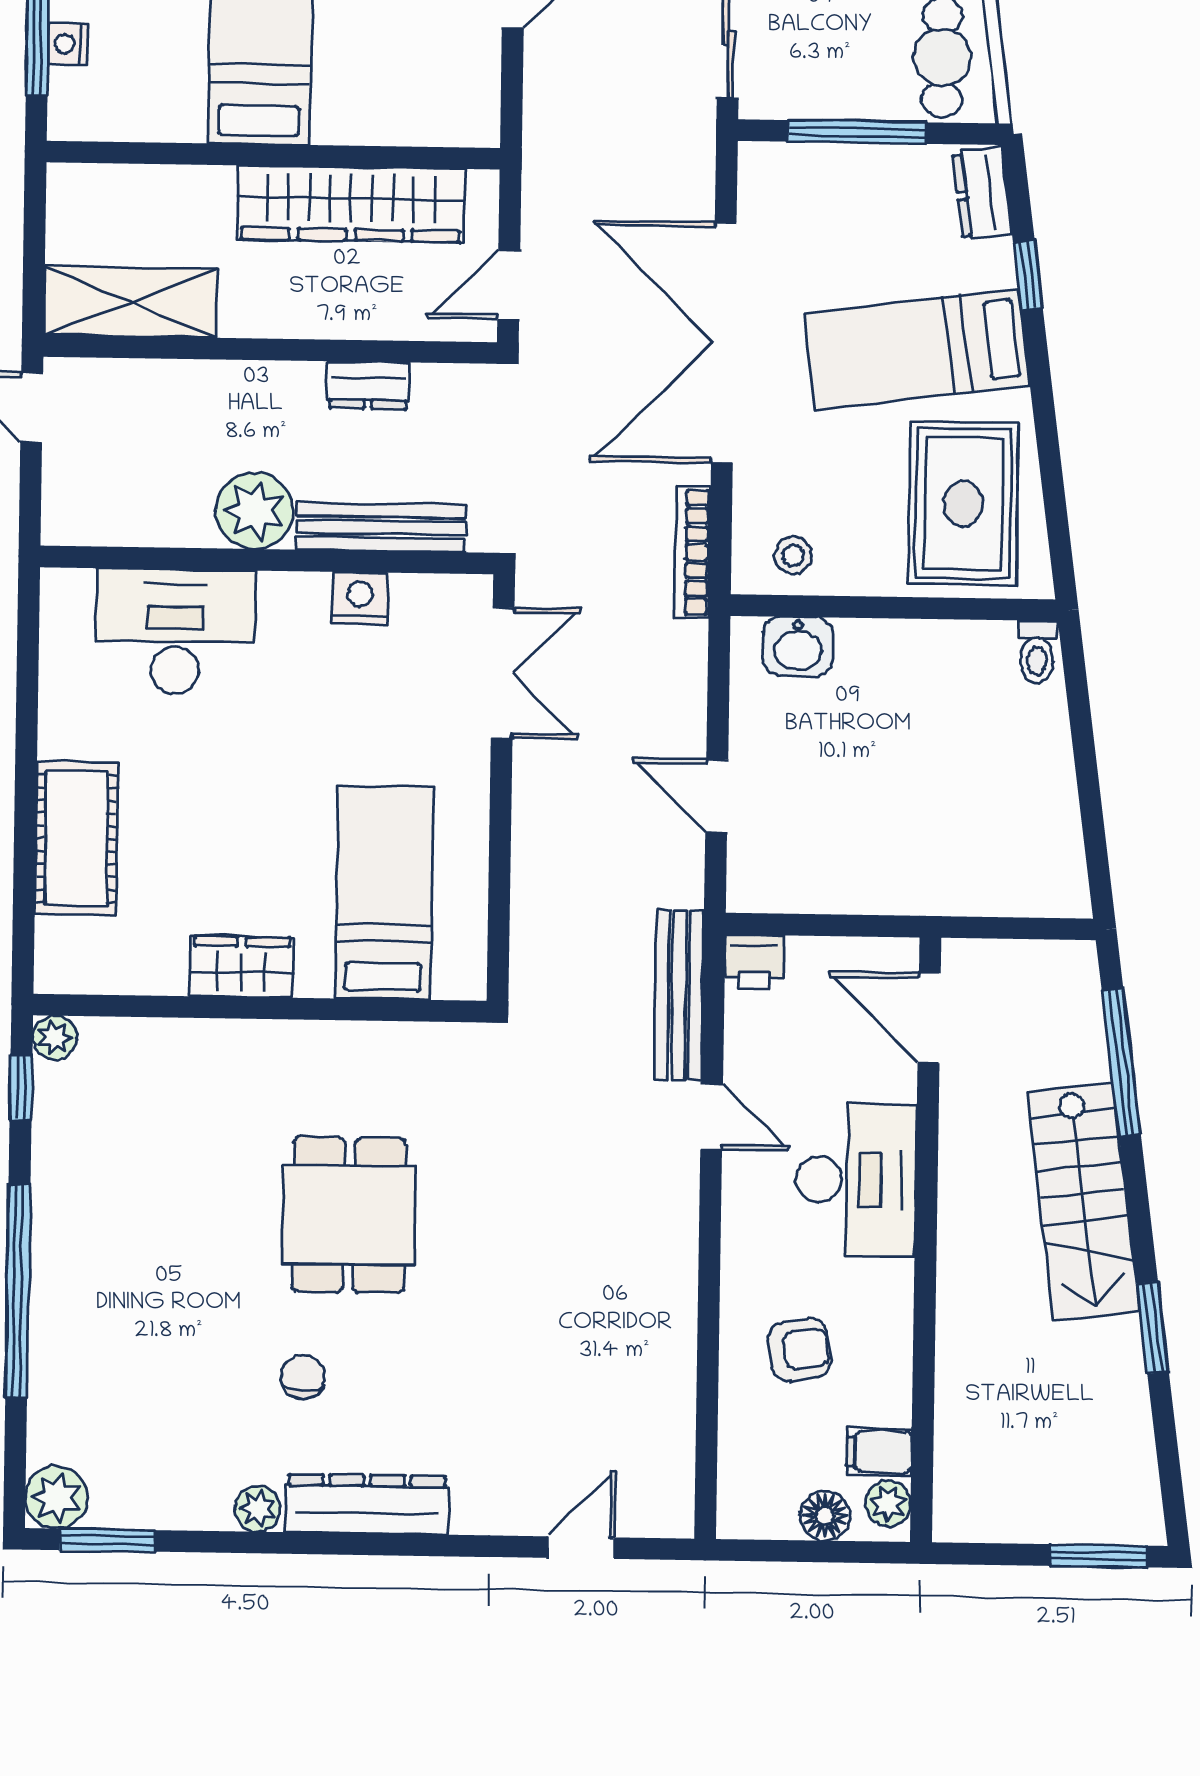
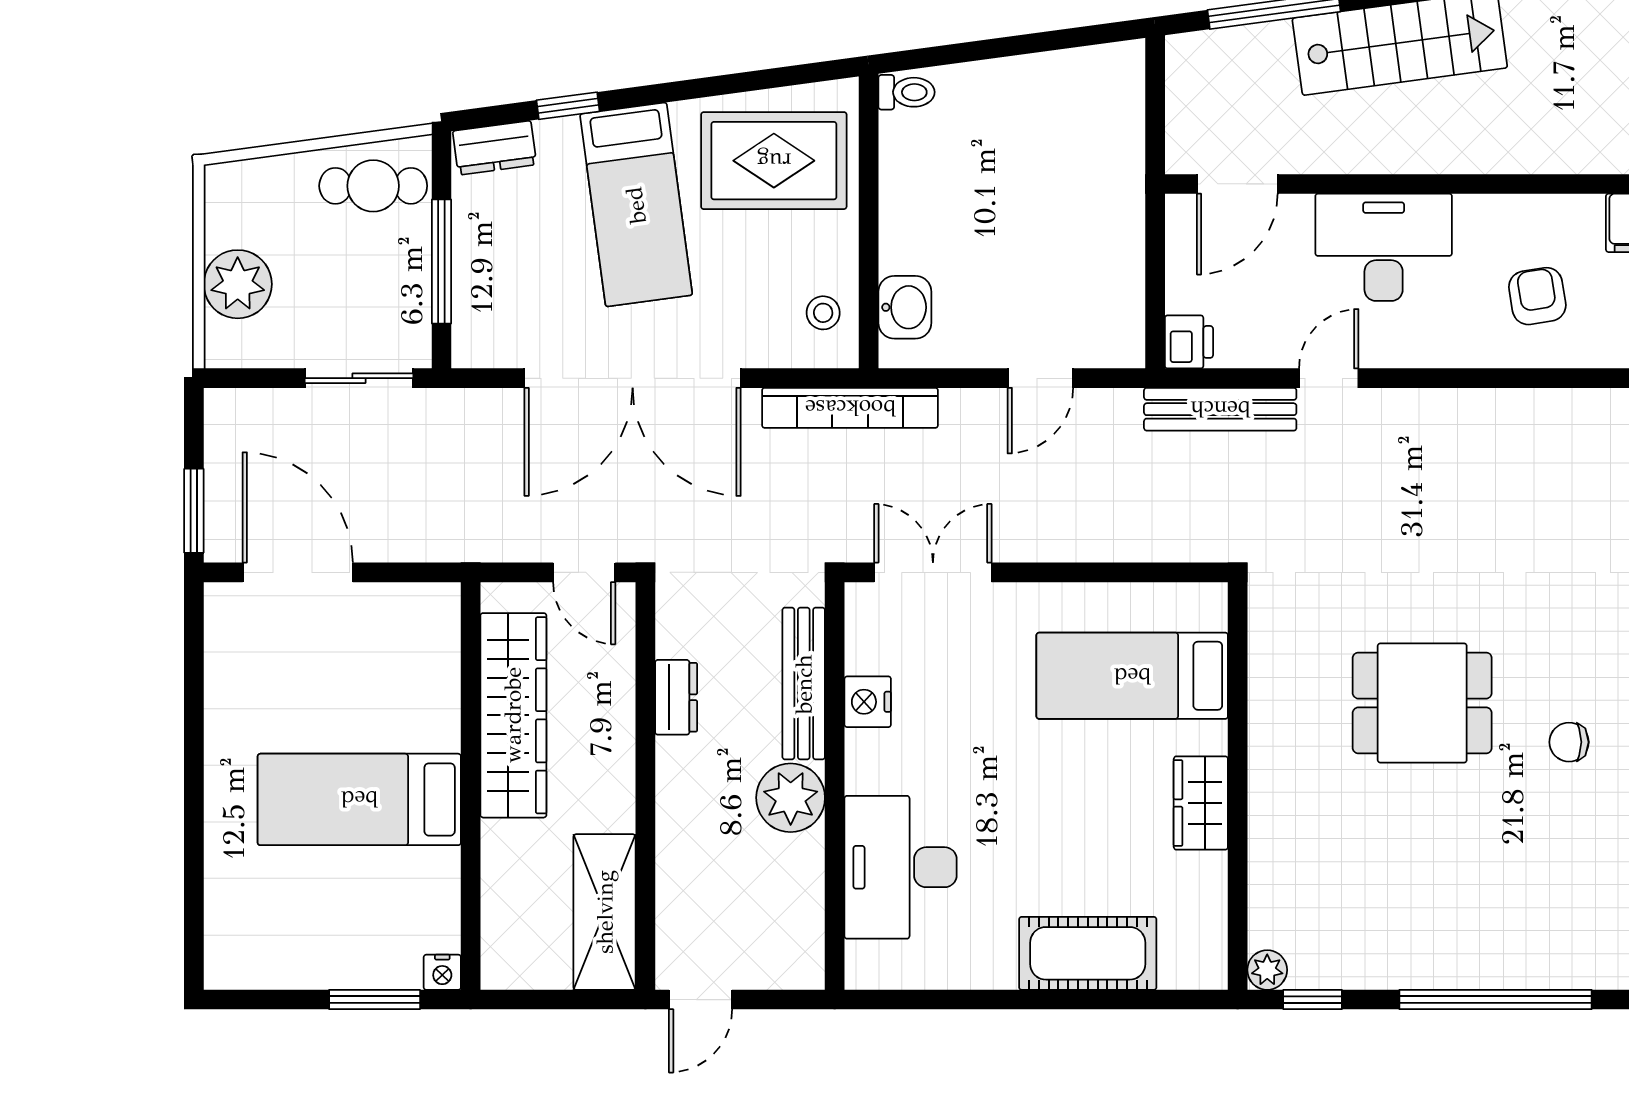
nightstand: (68, 44) -> (442, 972), moved
bookcase: (693, 552) -> (850, 408), width x1.48, depth x1.31

